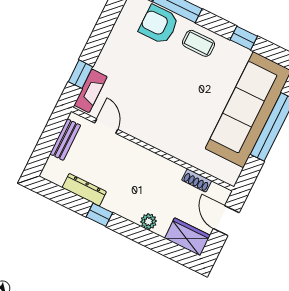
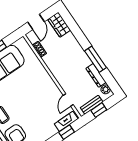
window: (49, 138) -> (99, 110), added
window: (99, 215) -> (96, 59), width x2.17
plant: (149, 221) -> (106, 89), moved

